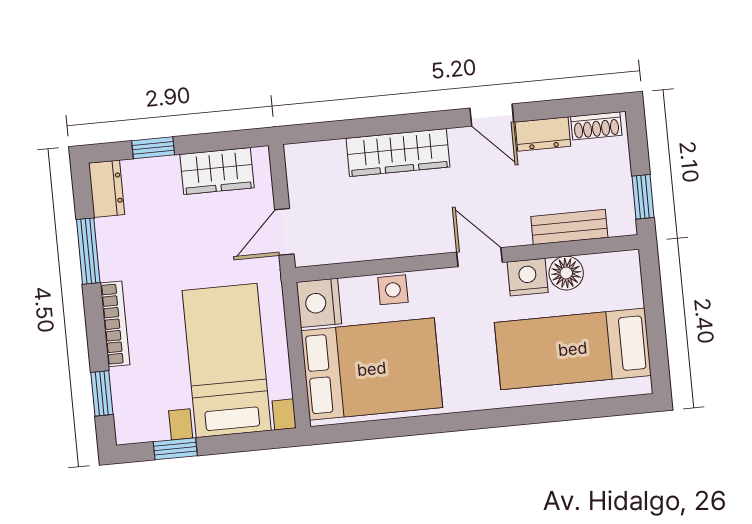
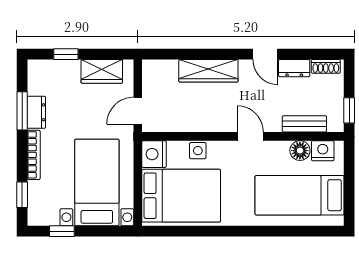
dresser: (107, 189) -> (36, 112), moved
nightstand: (528, 277) -> (323, 151), moved

